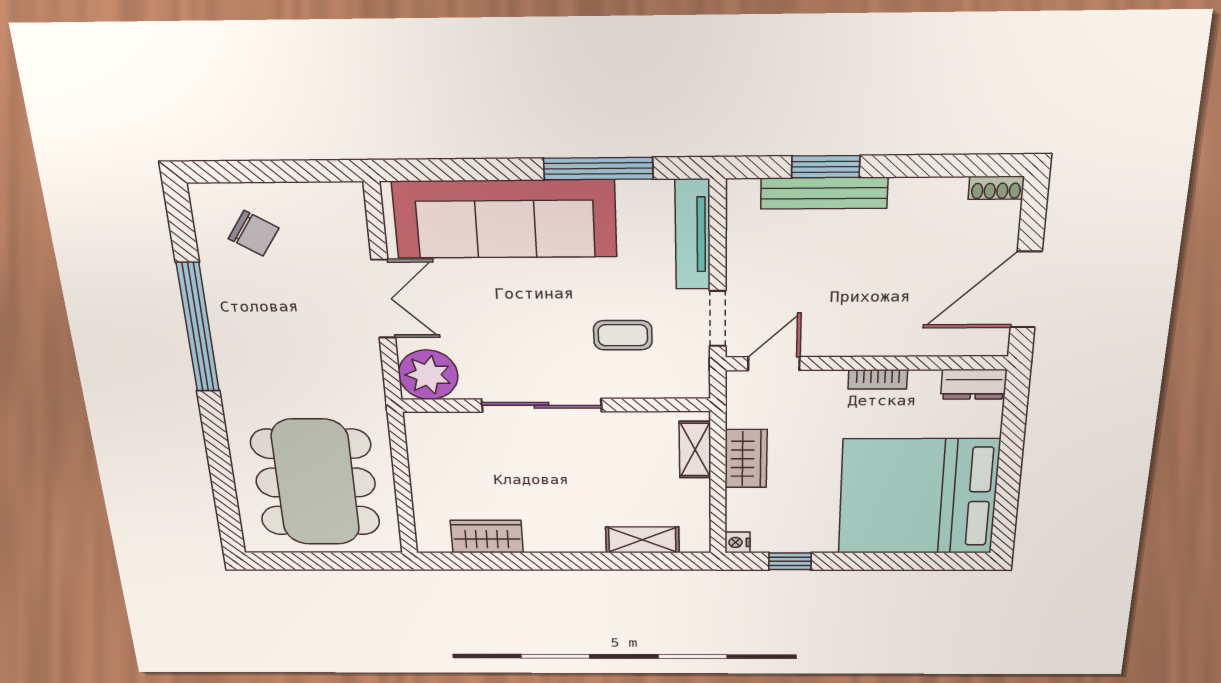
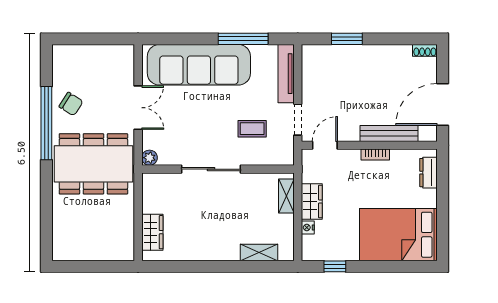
bench: (824, 193) -> (389, 133), moved
chair: (254, 233) -> (71, 104), moved
plant: (428, 375) -> (149, 158), width x0.53, depth x0.53
dresser: (974, 384) -> (429, 173), moved, turned 90
dining table: (316, 482) -> (93, 164), moved, turned 90
bed: (918, 497) -> (398, 235), width x0.73
wardrobe: (487, 537) -> (152, 232), moved, turned 90
nightstand: (737, 542) -> (308, 227), moved

